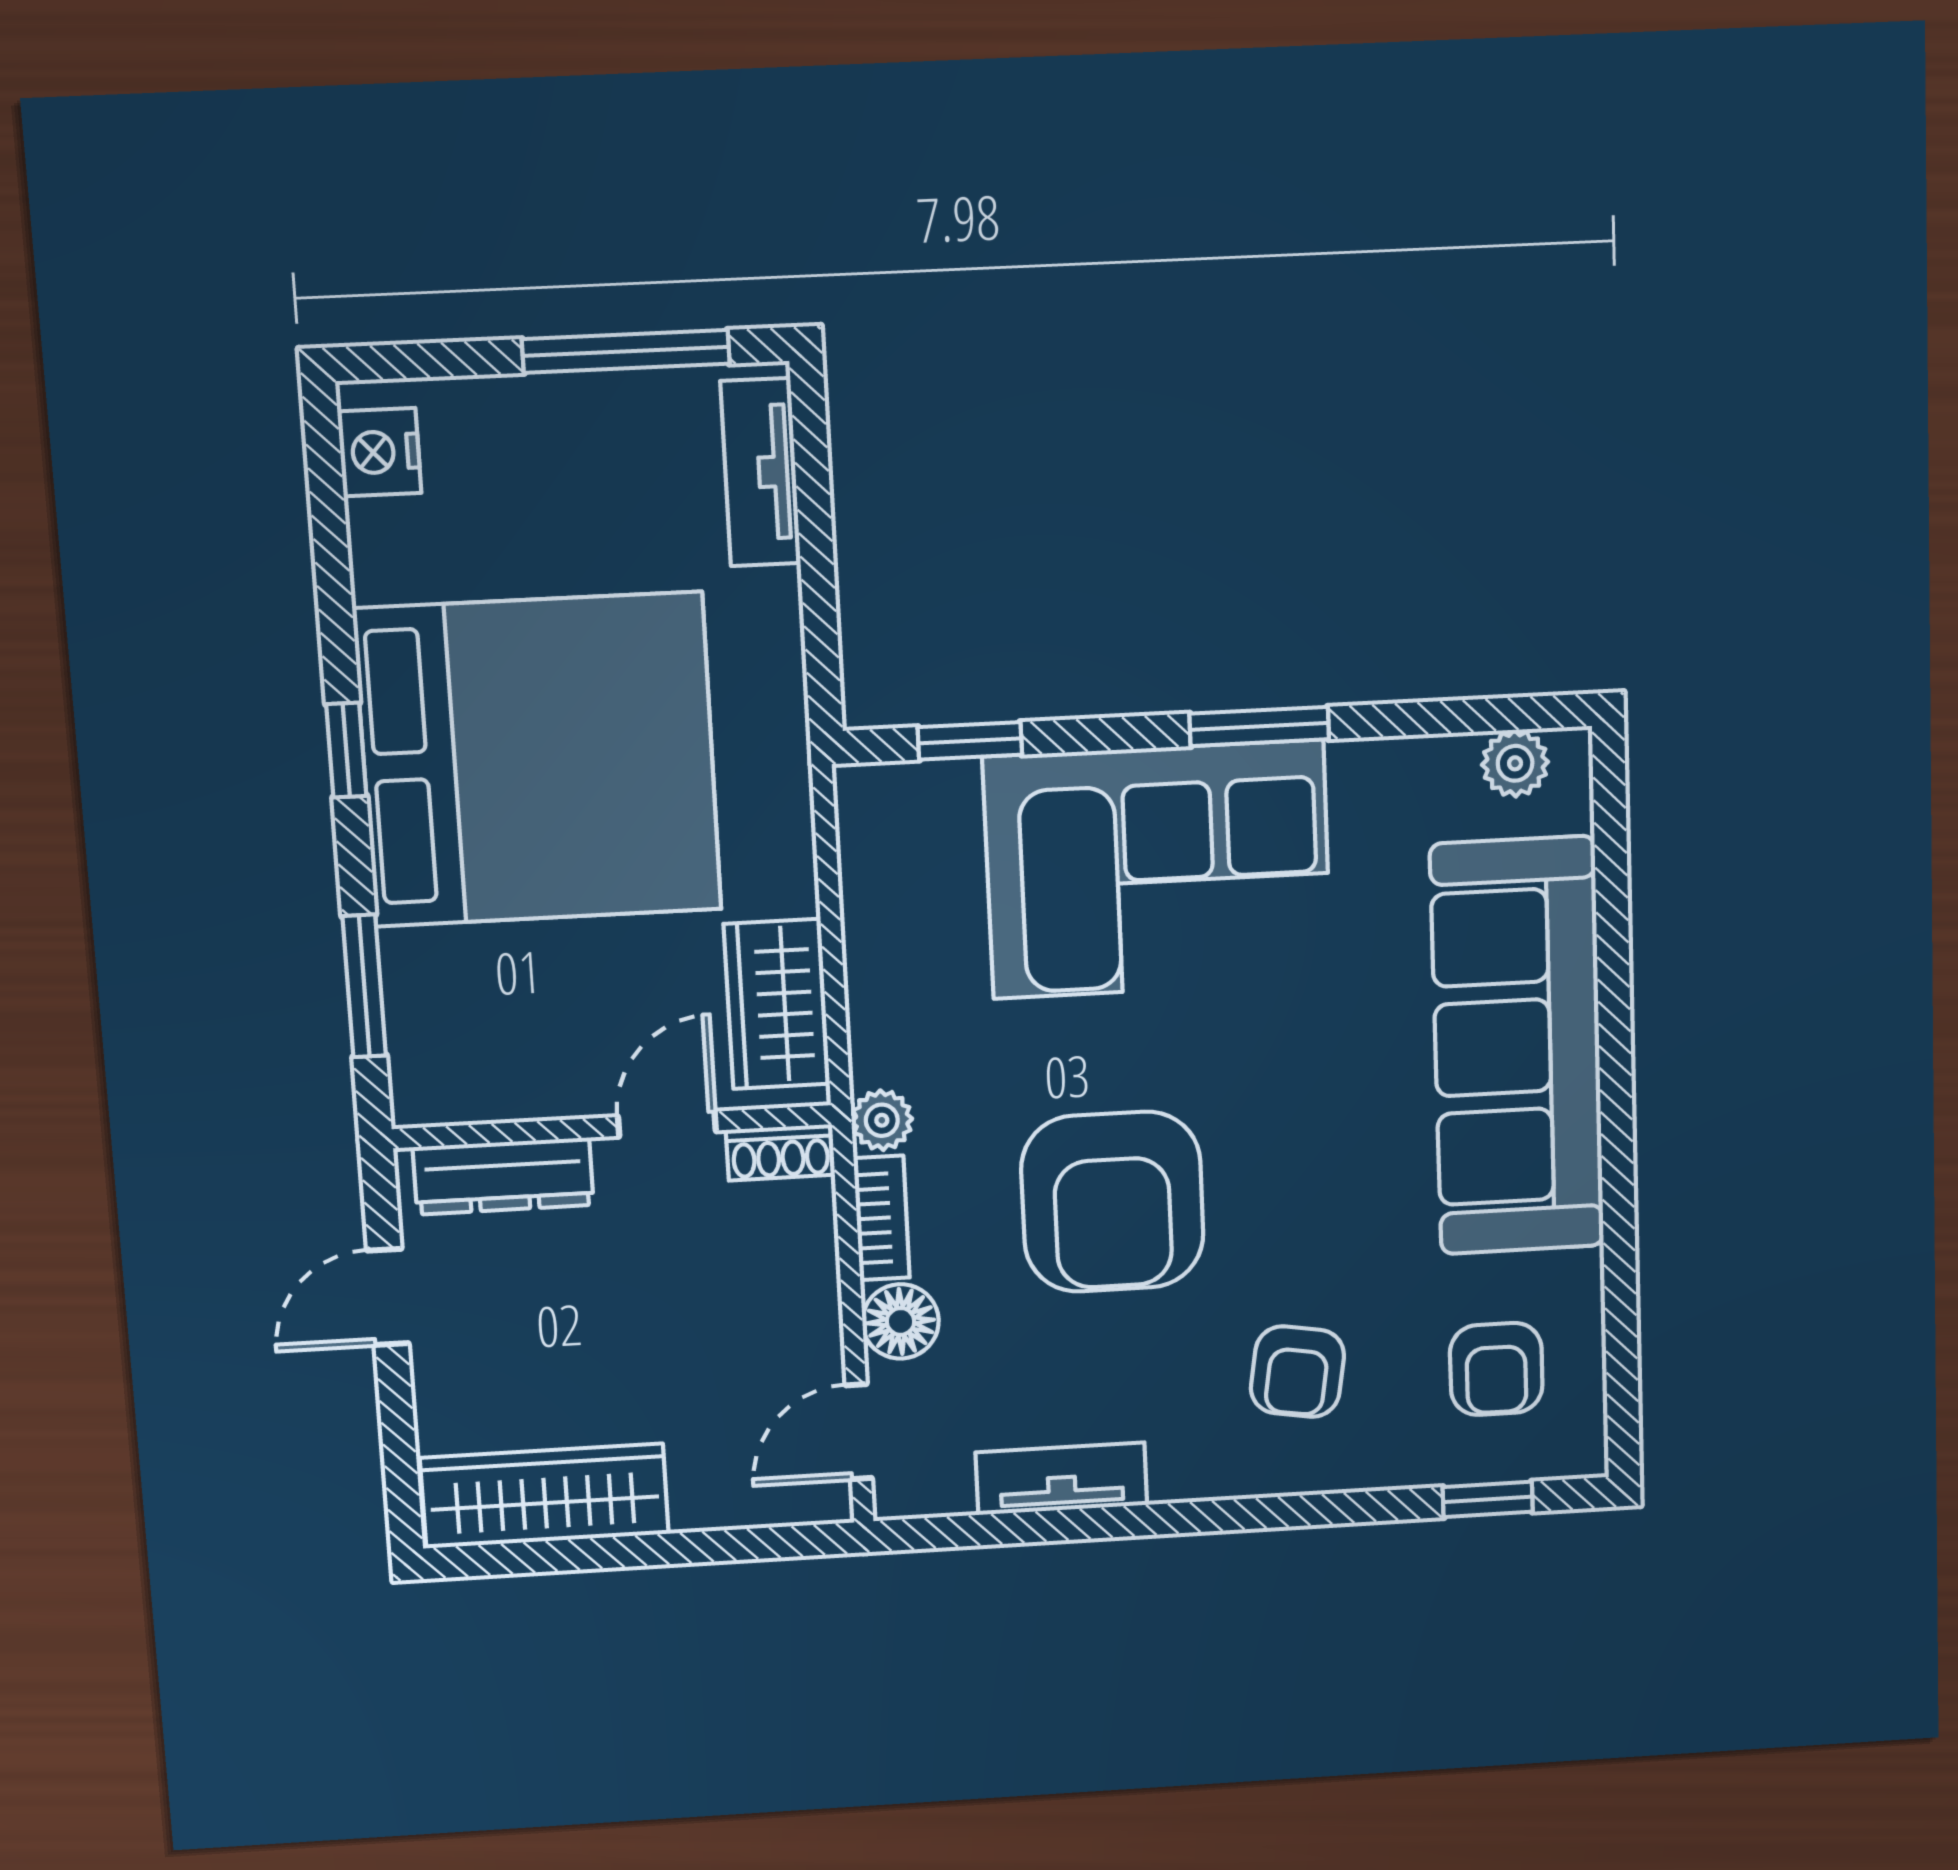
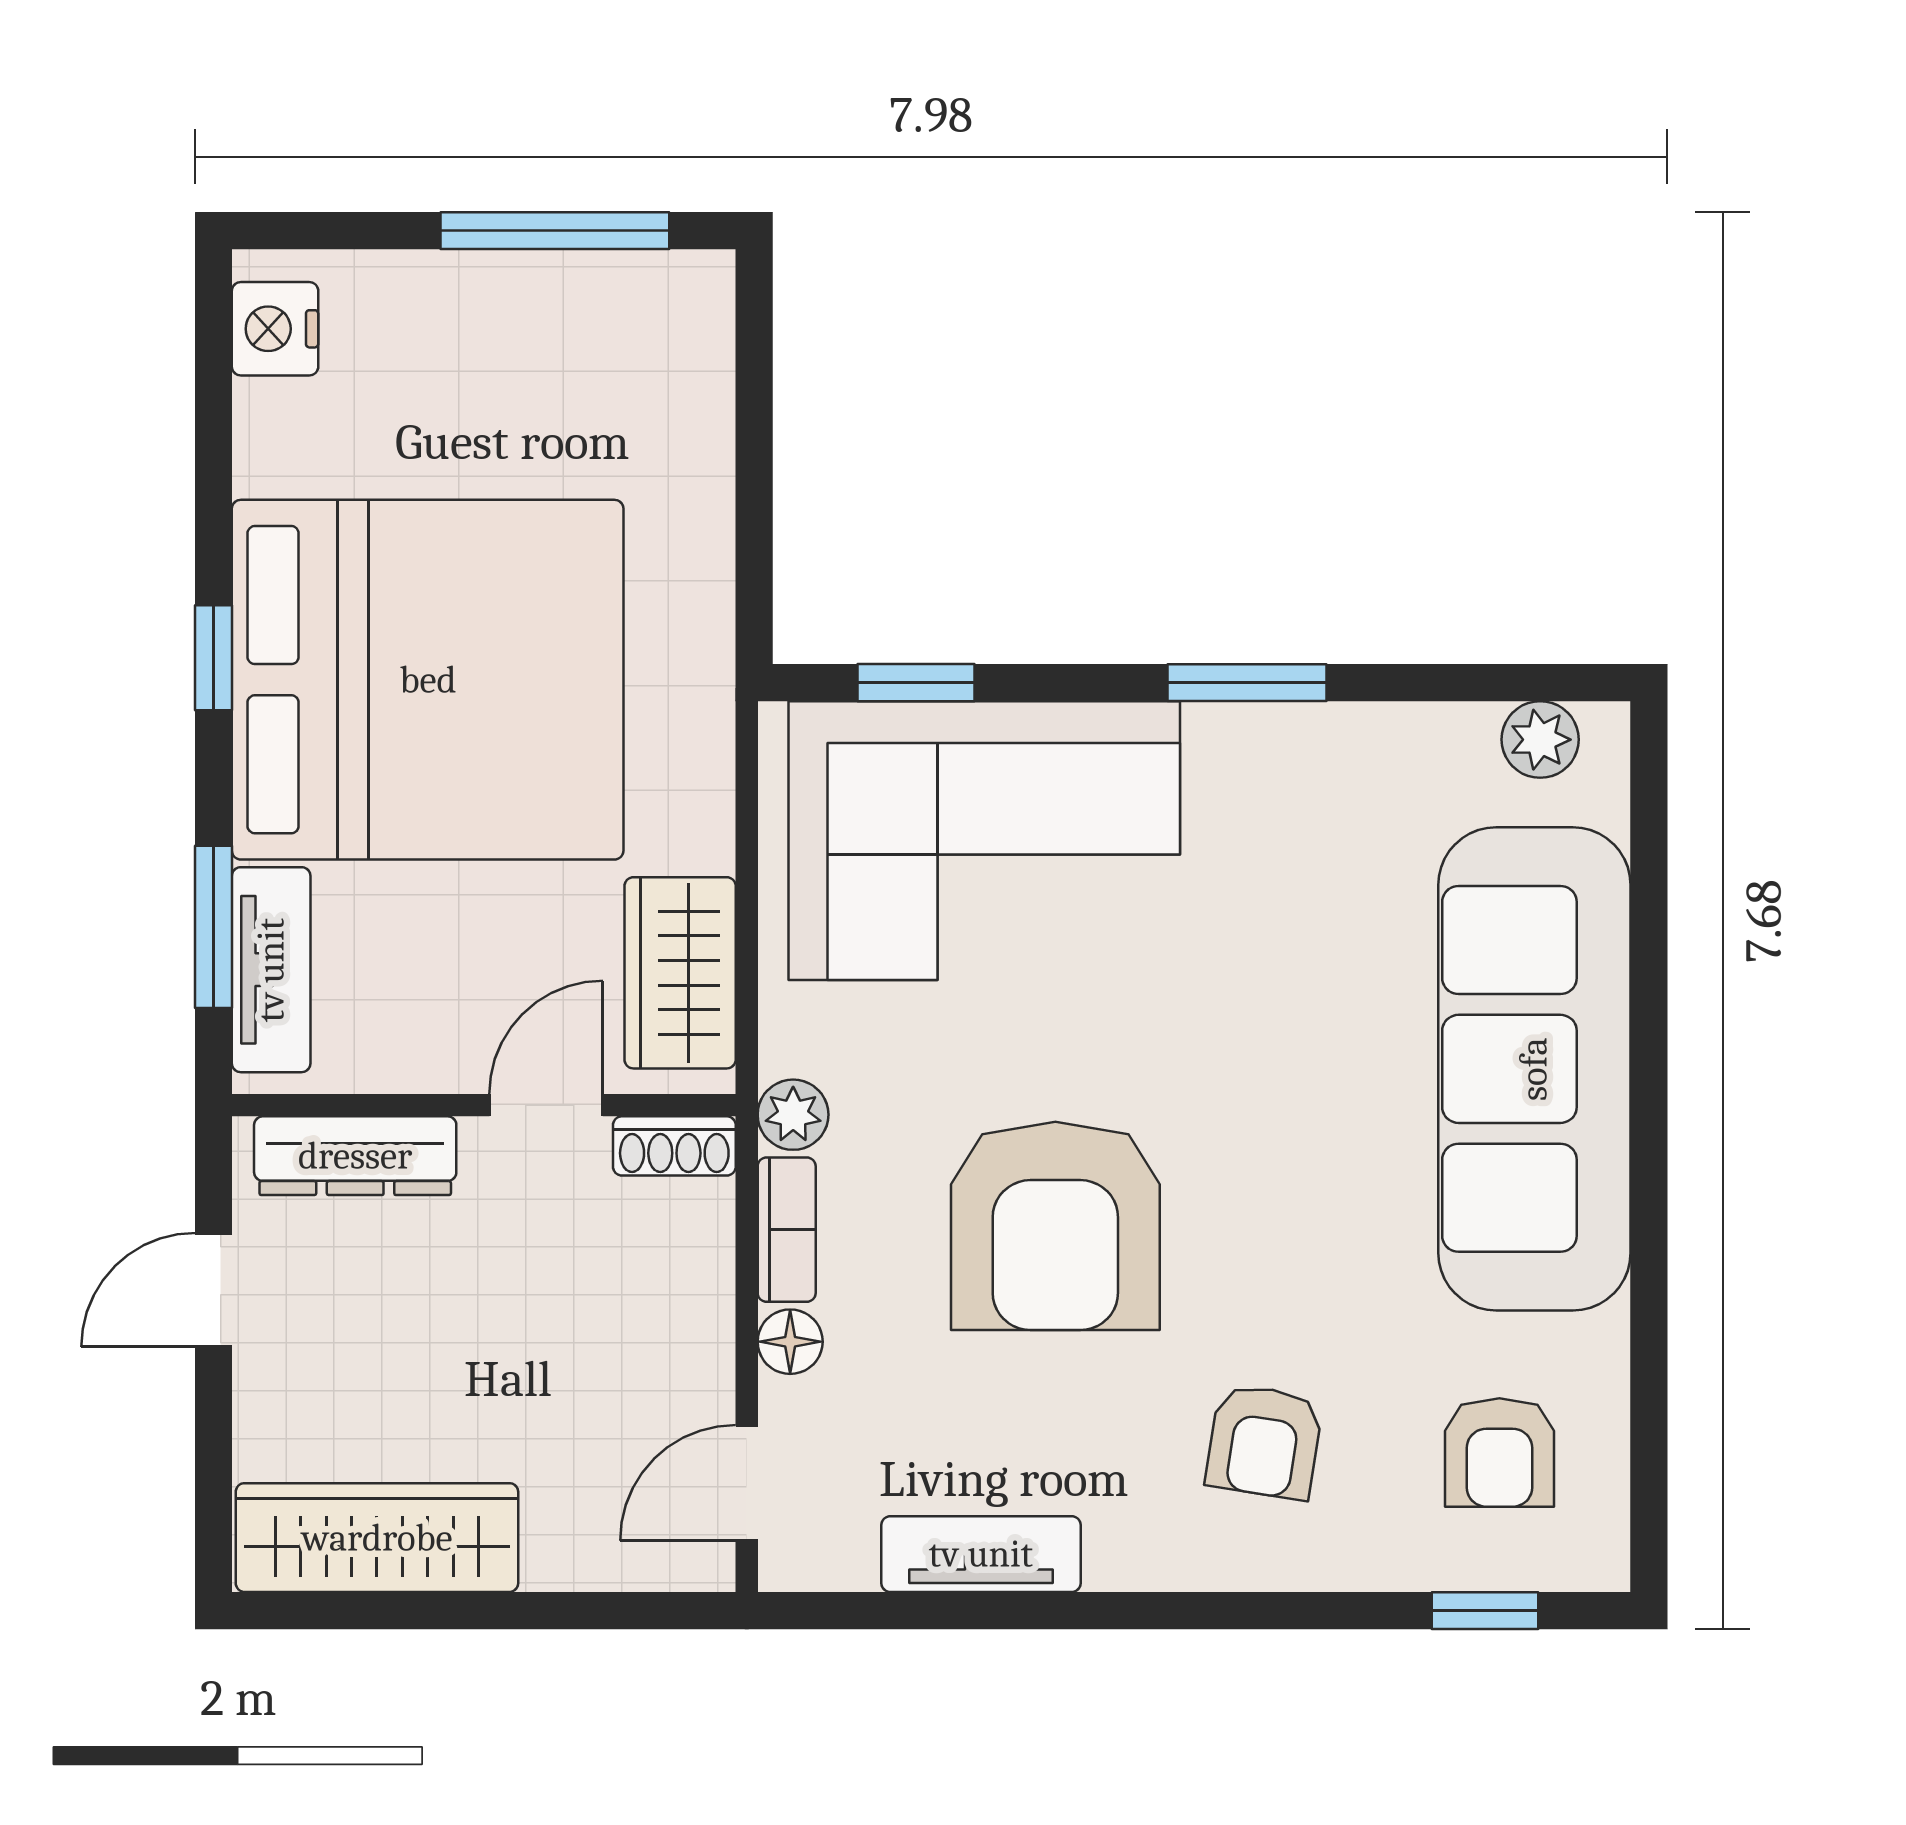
tv unit: (761, 472) -> (271, 970), moved, turned 180
corner sofa: (1158, 869) -> (984, 841), moved
floor lamp: (901, 1321) -> (790, 1342), width x0.73, depth x0.73

